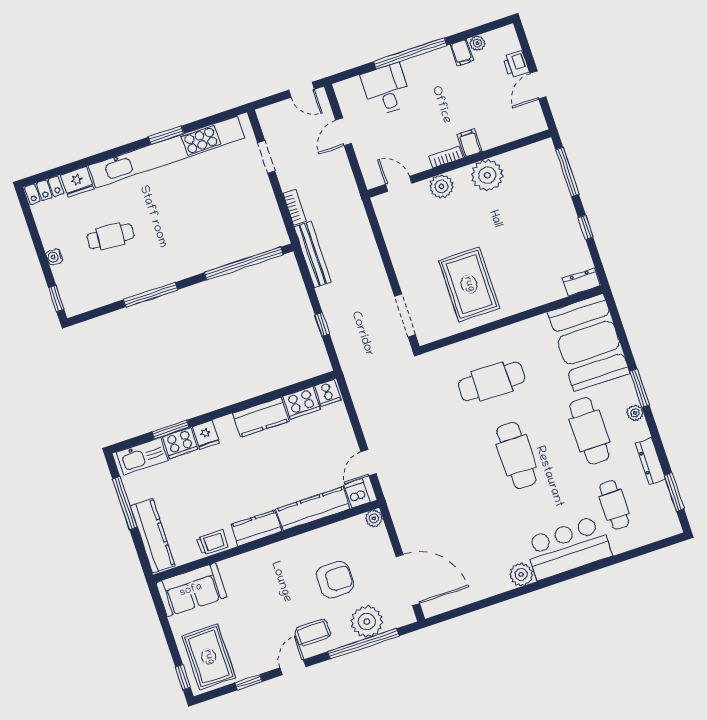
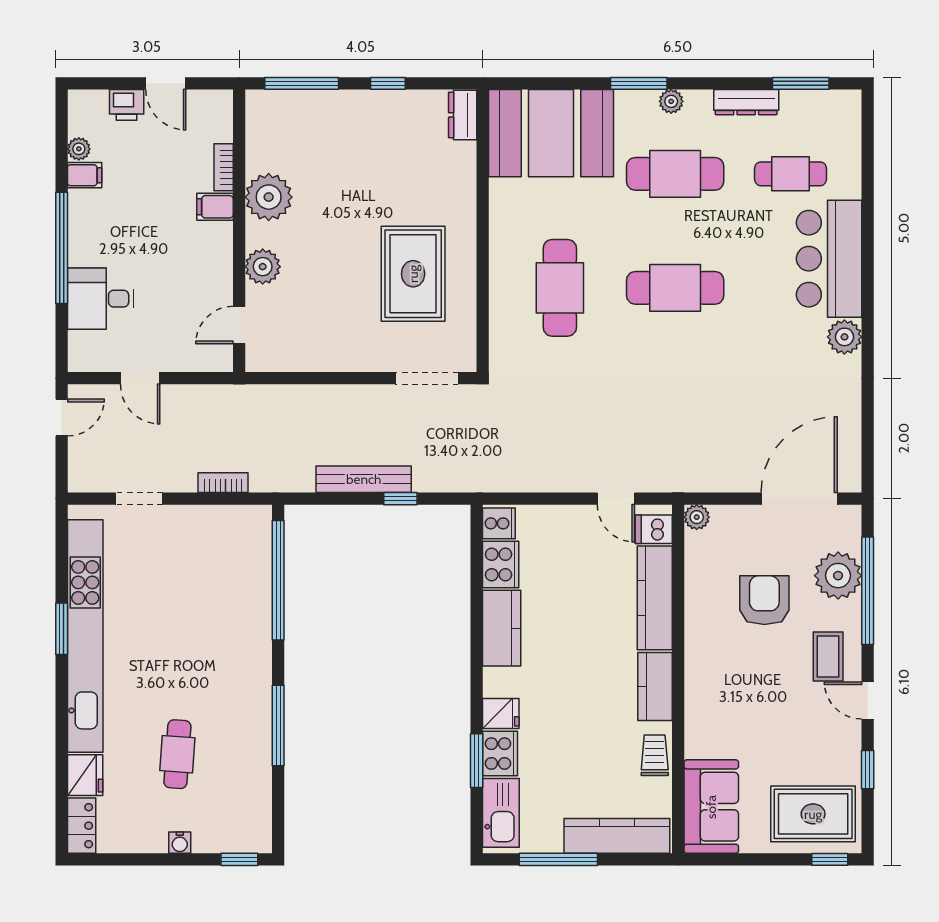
bookcase: (446, 157) -> (224, 167), moved
bench: (313, 254) -> (364, 479), moved
rug: (469, 284) -> (413, 274), turned 90

